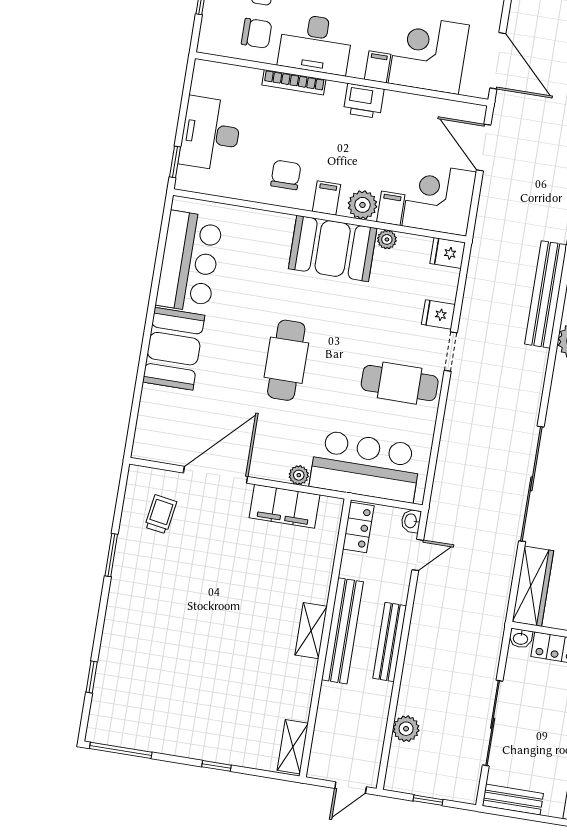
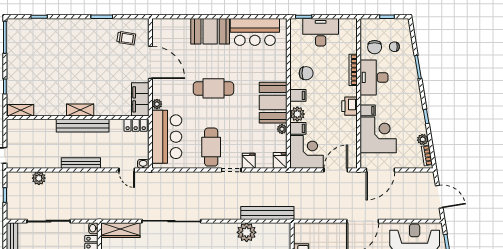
locker: (358, 527) -> (136, 125), moved
shelving: (311, 631) -> (80, 110), moved
bench: (342, 631) -> (83, 126), moved
wall: (325, 638) -> (78, 118), moved
shelving: (293, 747) -> (21, 110), moved

